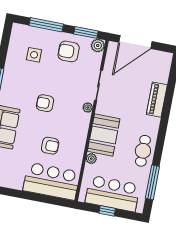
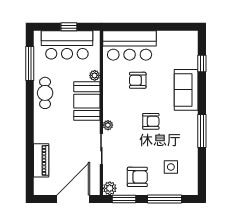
piano: (157, 100) -> (41, 160), moved

